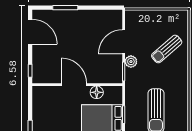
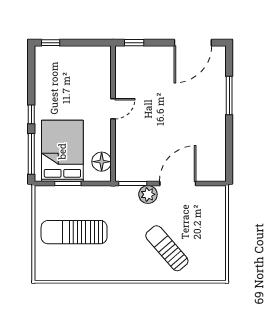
door: (124, 42) -> (178, 183), hinge flipped
door: (74, 85) -> (113, 109), width x0.53
floor lamp: (97, 92) -> (102, 162), moved

